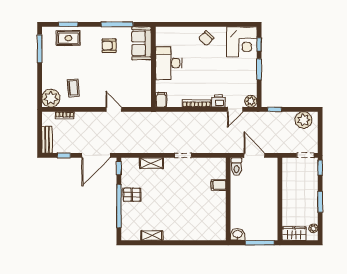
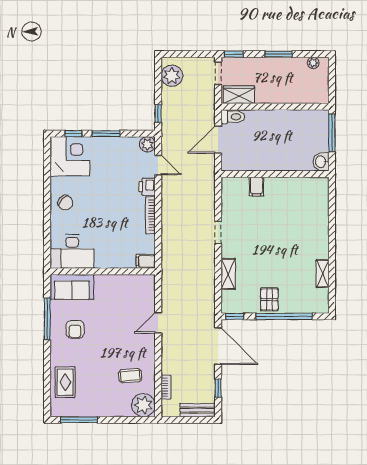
window: (68, 24) -> (47, 382), removed
desk: (169, 63) -> (72, 251), moved
toilet: (236, 167) -> (233, 117), moved
wardrobe: (294, 234) -> (239, 95), moved, turned 90

